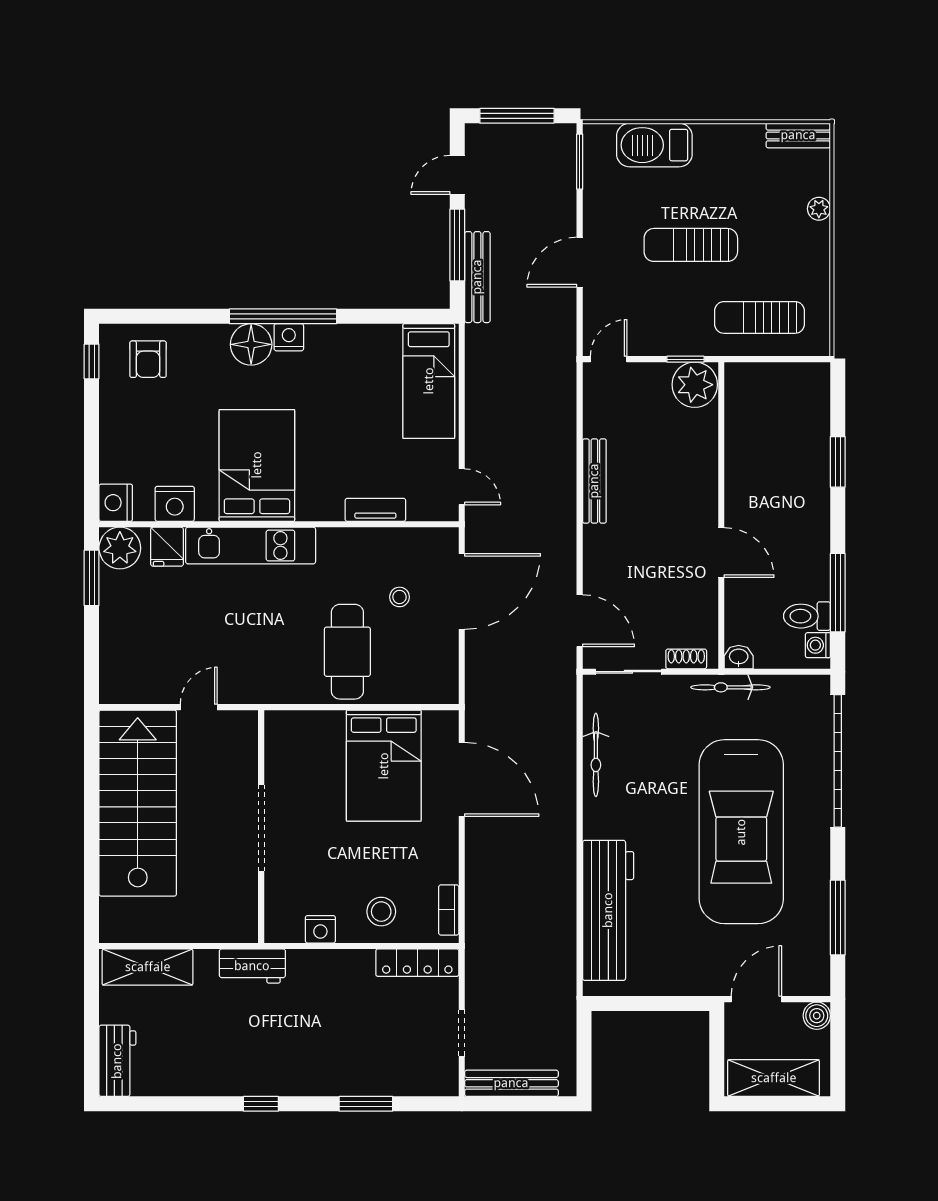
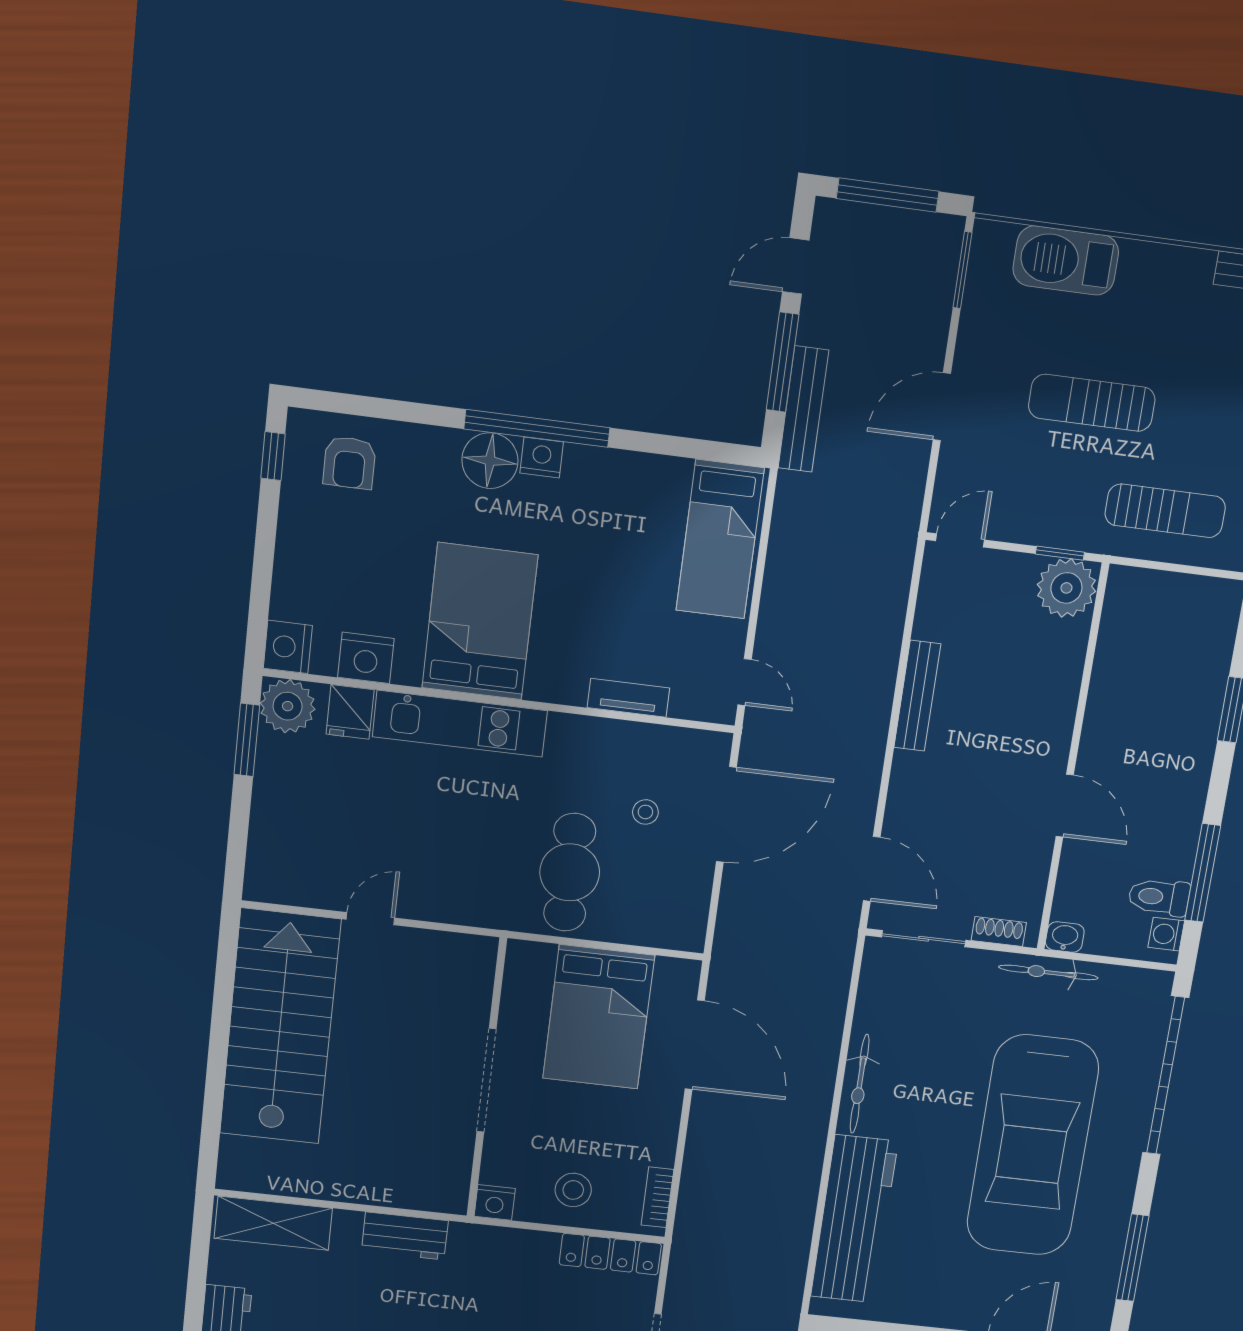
sun lounger: (759, 317) -> (1165, 511), turned 180
bicycle: (596, 755) -> (860, 1084), moved
wall: (261, 827) -> (487, 1079), moved
doorway: (261, 828) -> (487, 1080), moved

